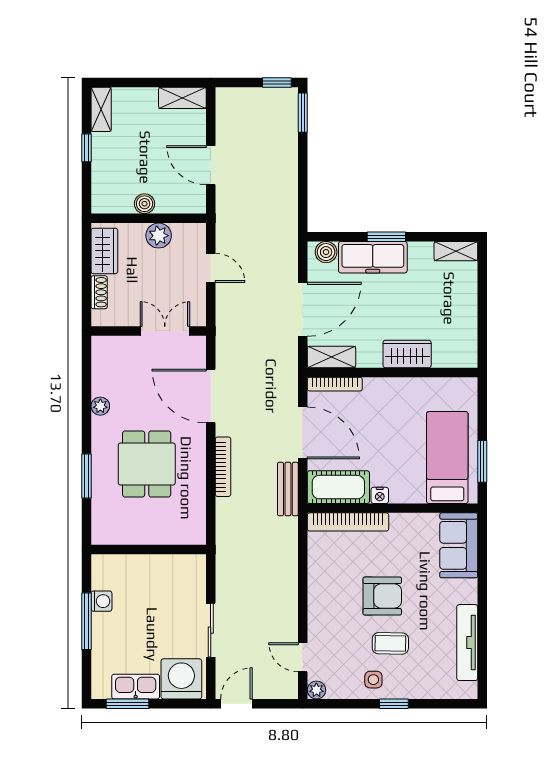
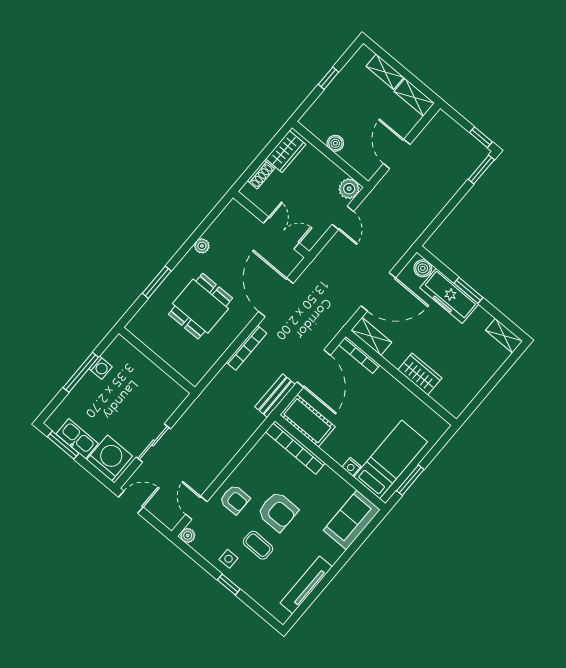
shelving: (101, 109) -> (385, 72), moved, turned 90
plant: (159, 236) -> (349, 189), moved
nightstand: (380, 495) -> (351, 467), moved
armchair: (332, 619) -> (235, 499), added

